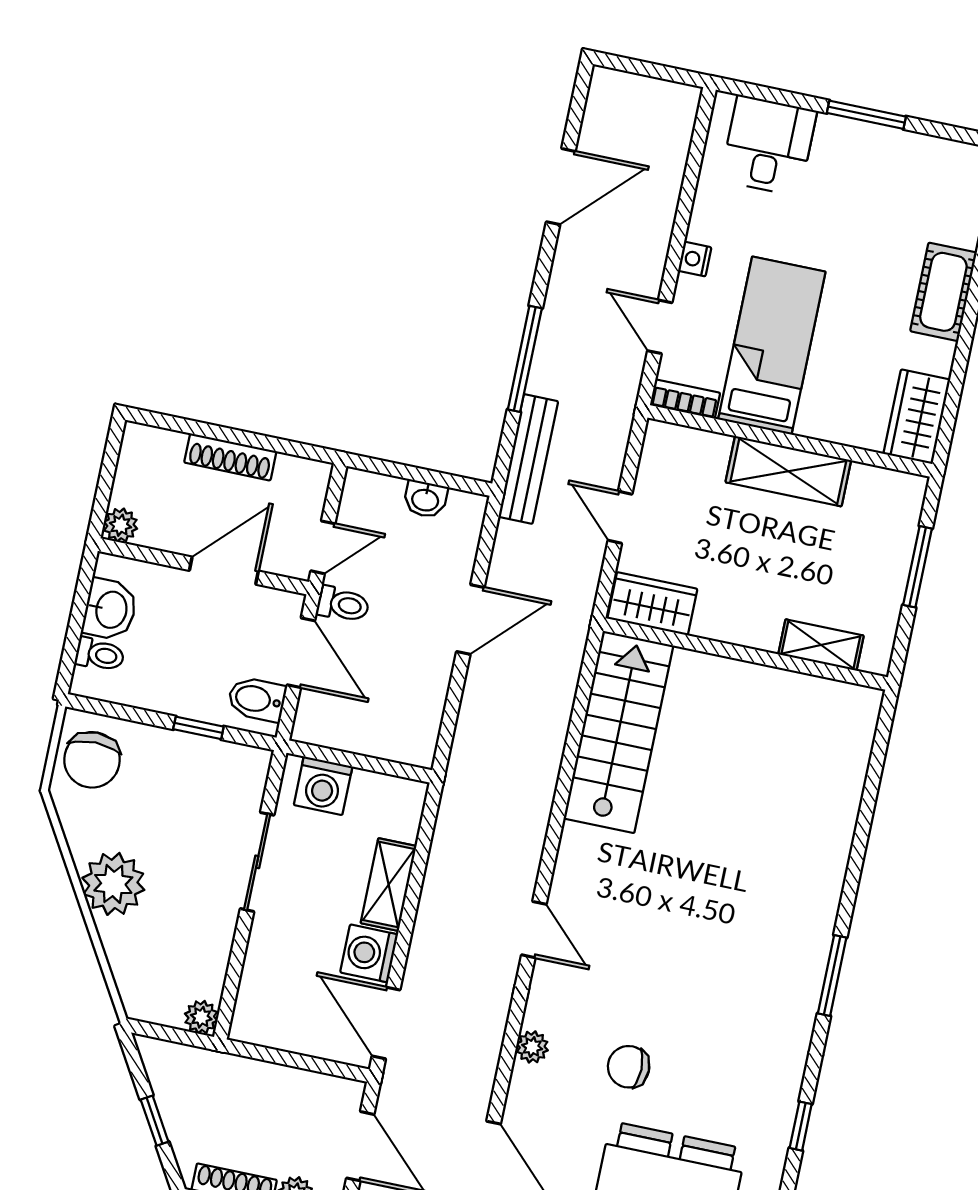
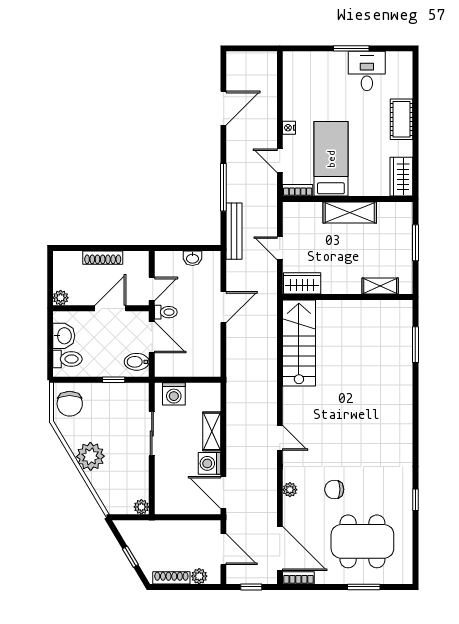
desk: (769, 146) -> (367, 71), moved
toilet: (100, 655) -> (67, 359), width x1.37, depth x1.39
window: (832, 976) -> (415, 345), moved

